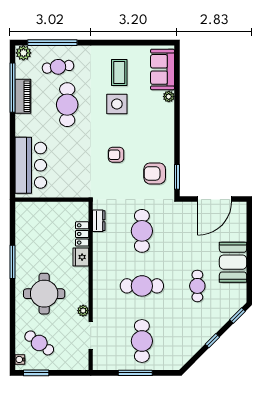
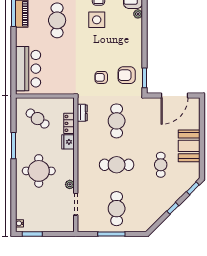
armchair: (116, 155) -> (101, 77), moved
cafe table: (39, 343) -> (38, 119), moved

